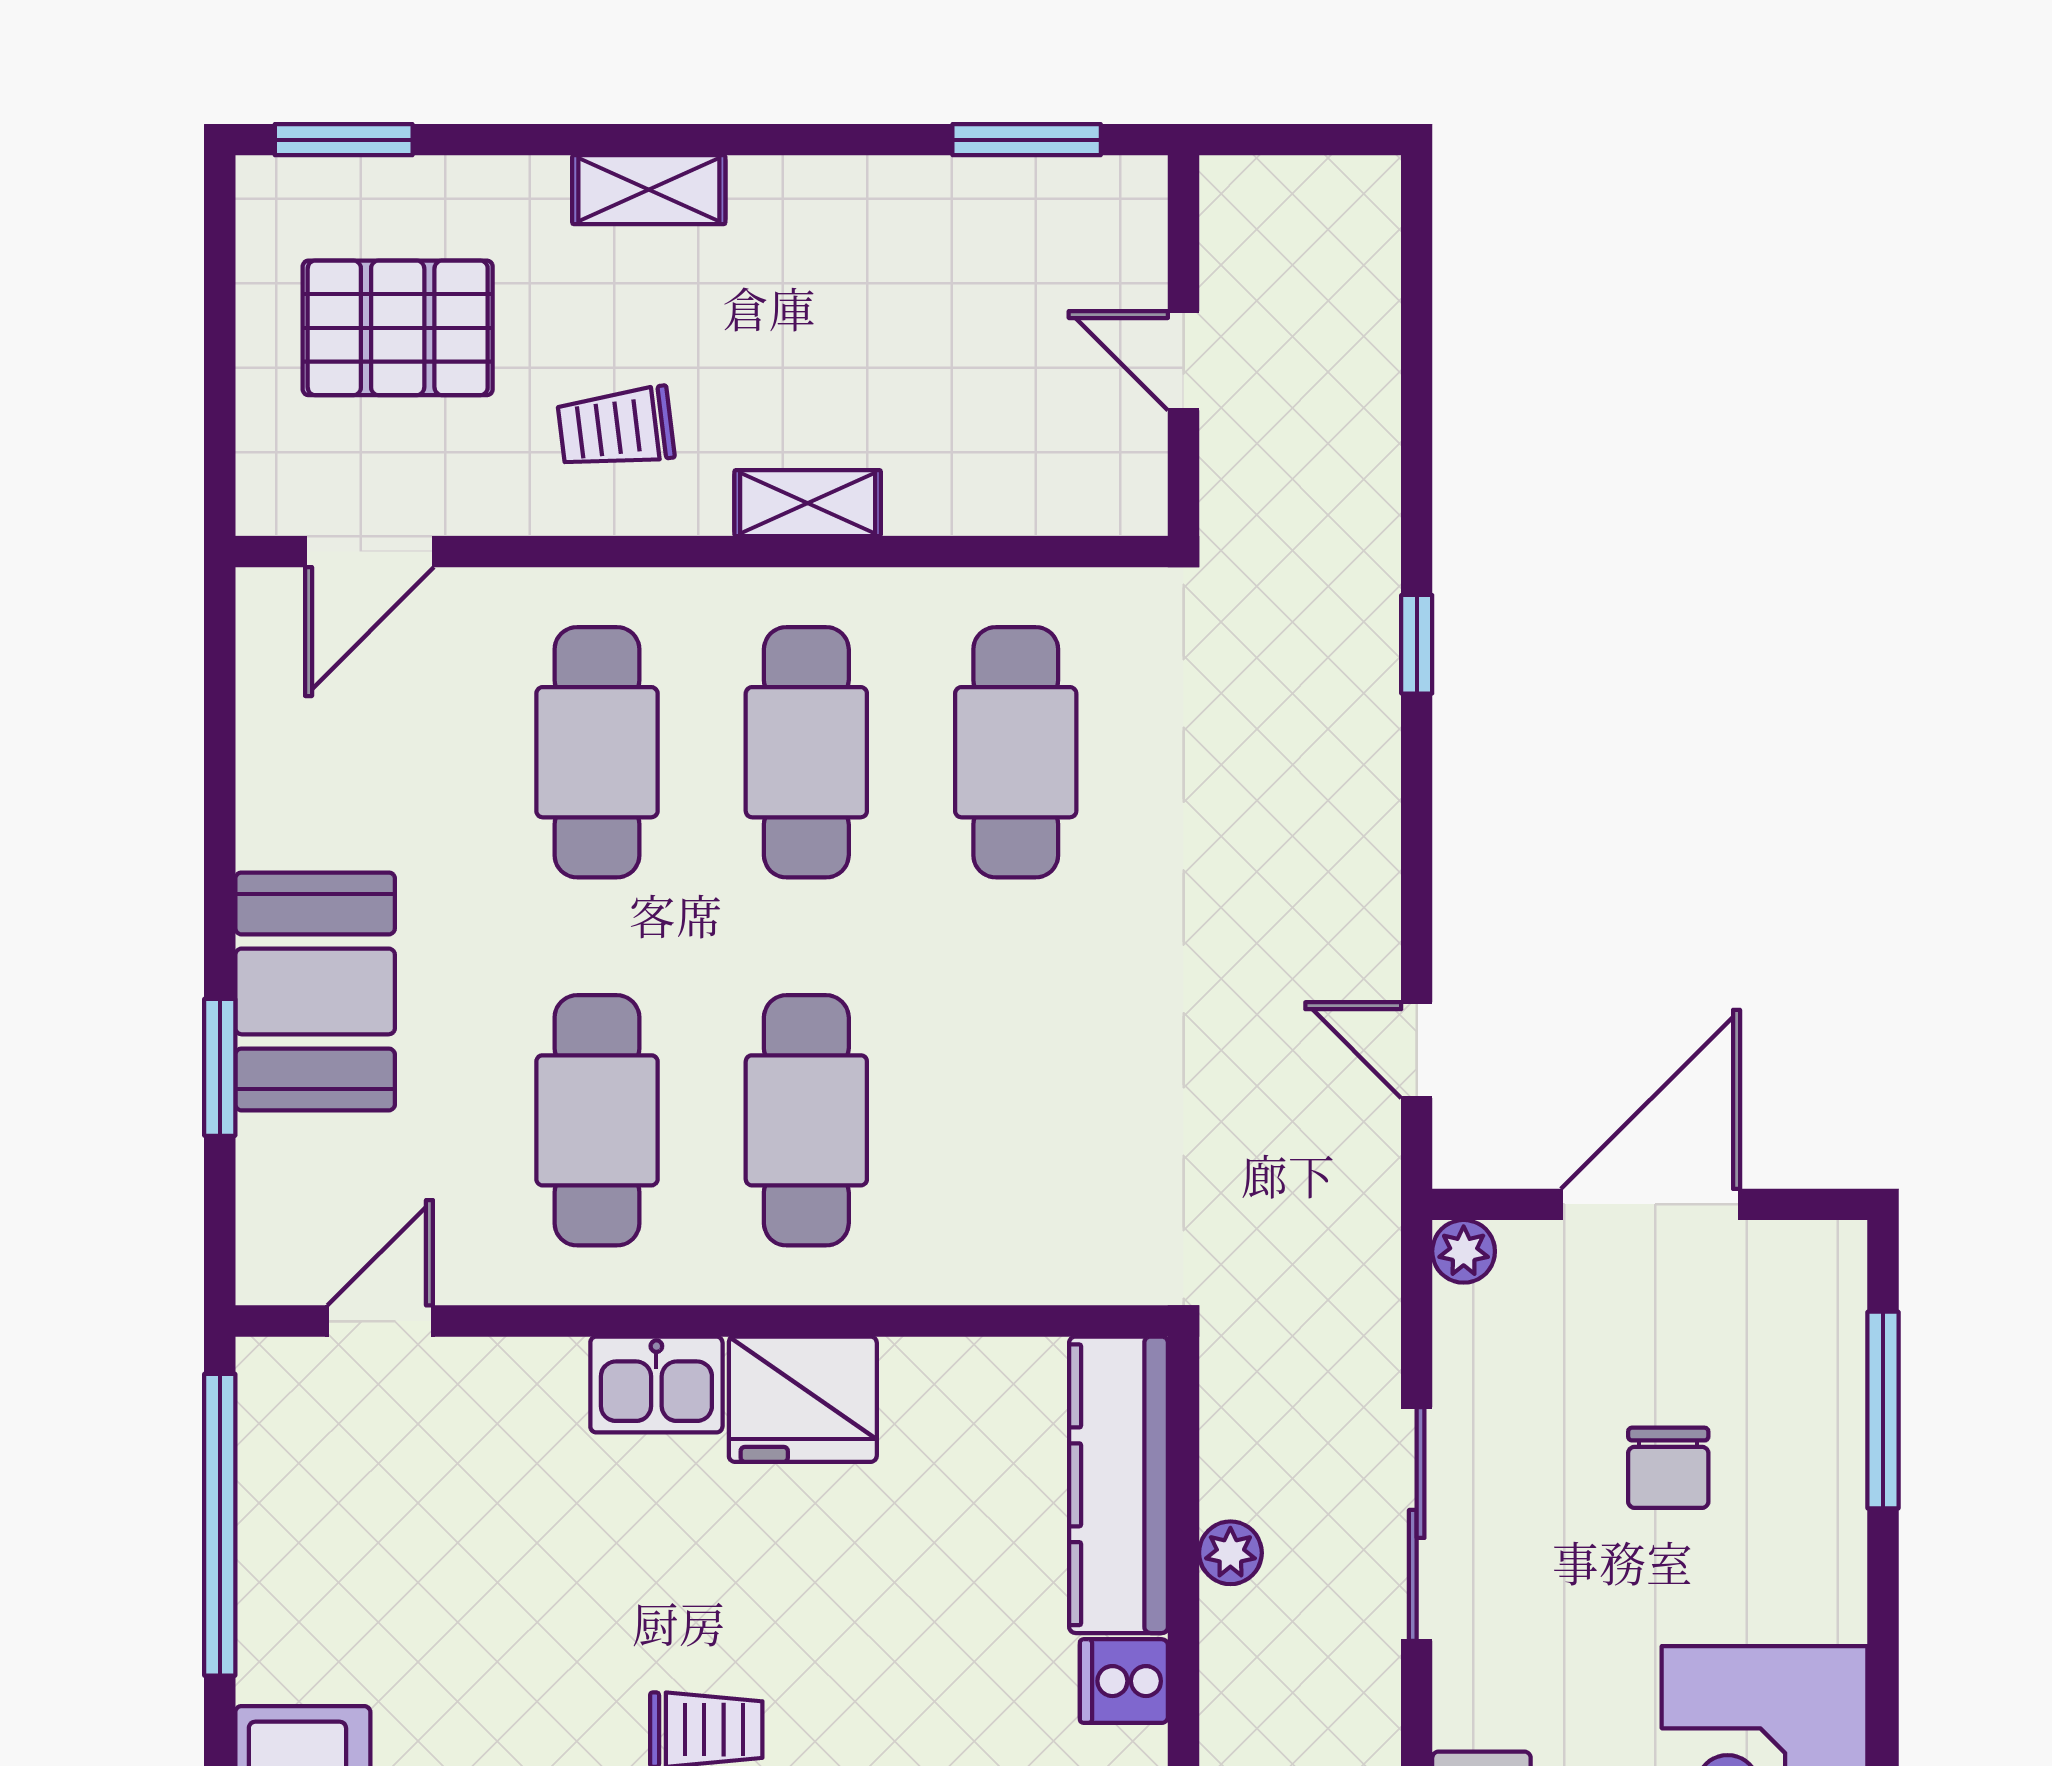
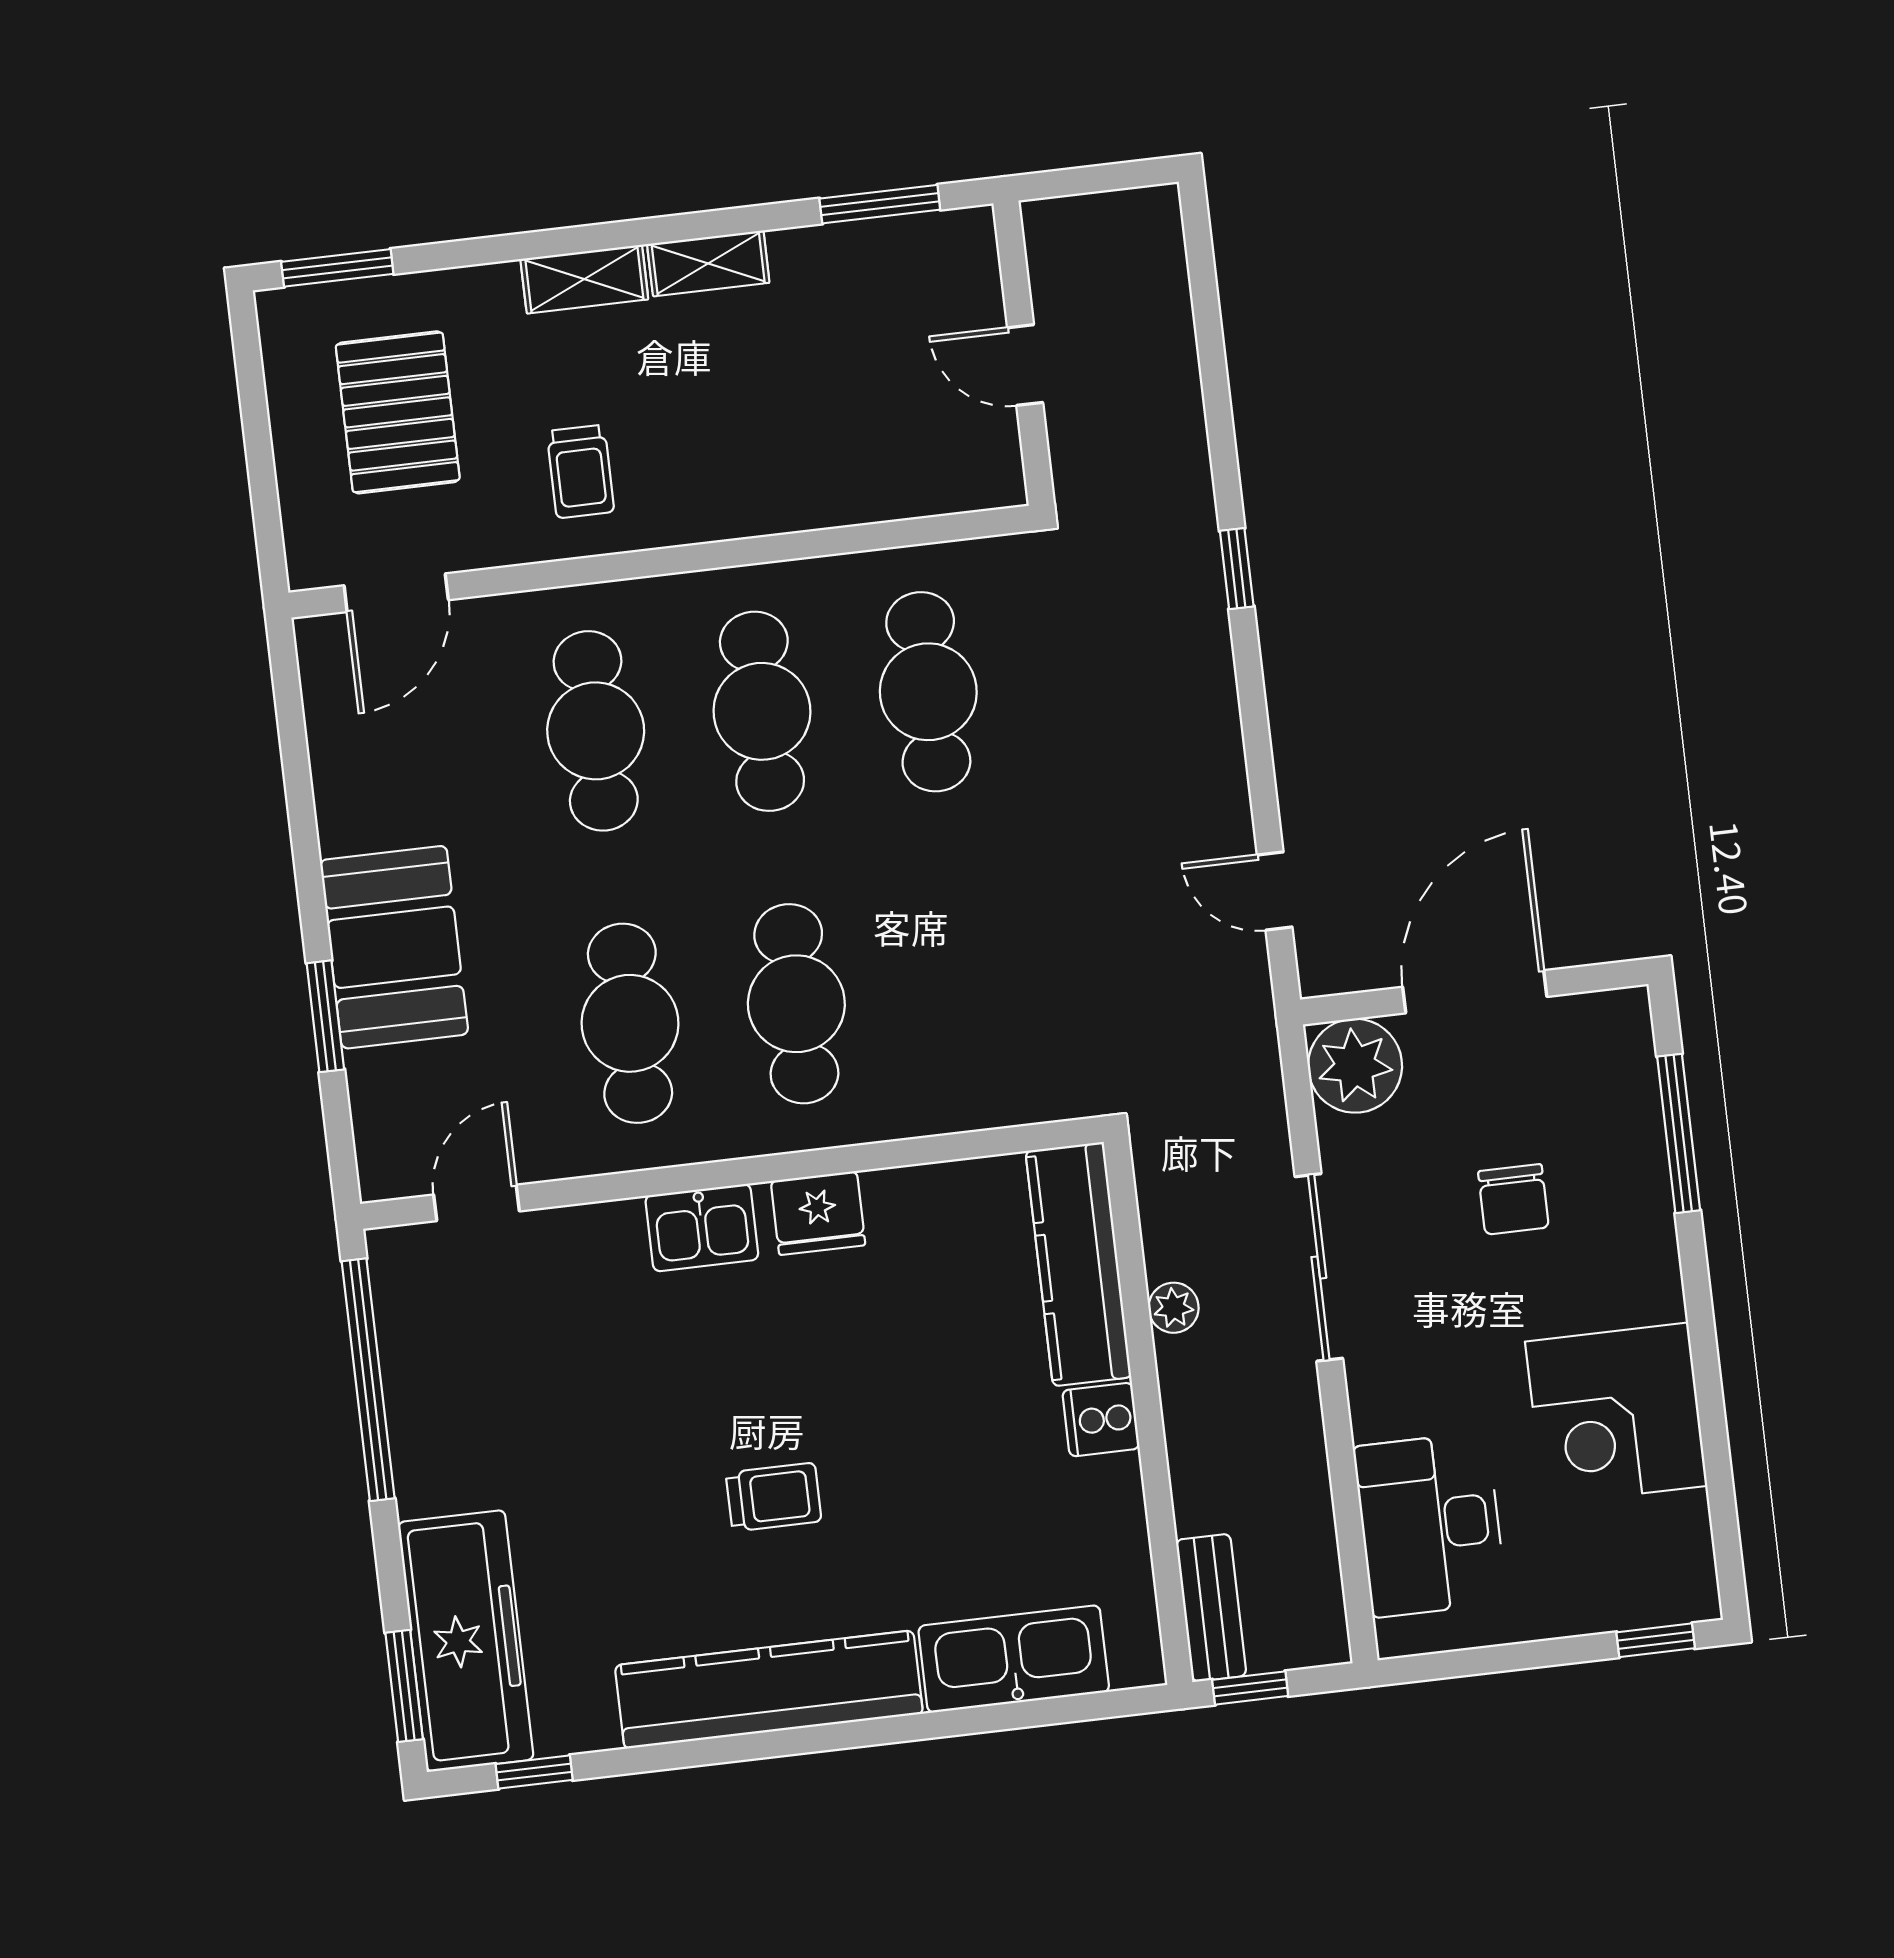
pallet: (398, 328) -> (398, 412), turned 90
trolley: (616, 428) -> (580, 471), turned -83
shelving: (808, 503) -> (708, 263), moved
plant: (1464, 1251) -> (1355, 1066), width x1.87, depth x1.87
fridge: (803, 1399) -> (818, 1213), width x0.73, depth x0.75

